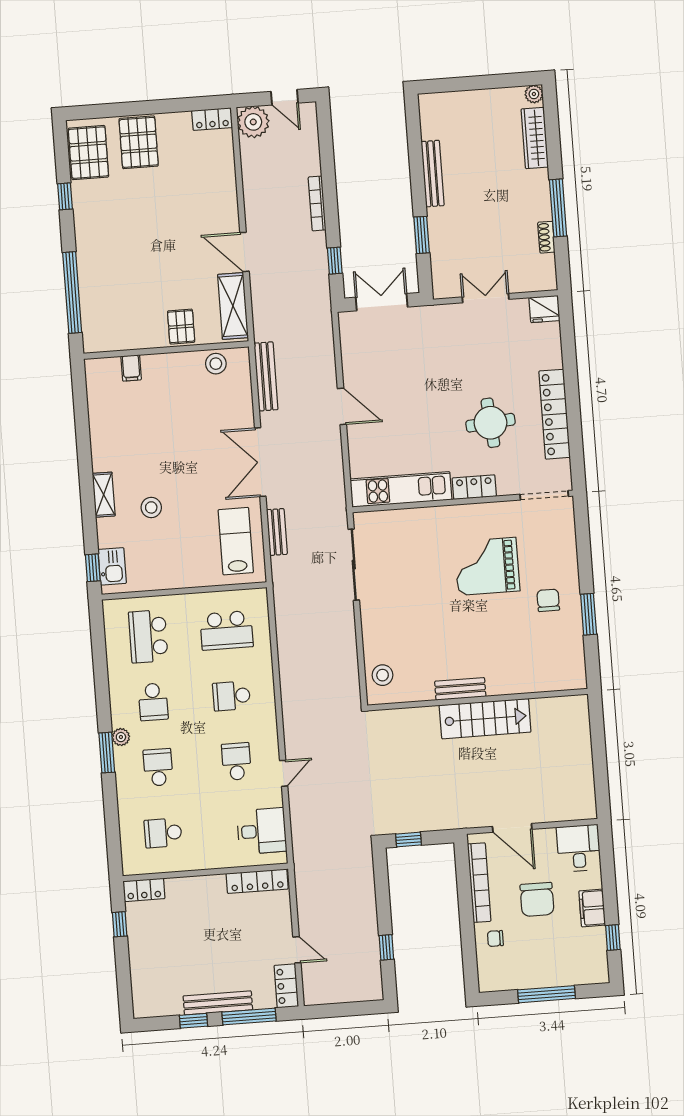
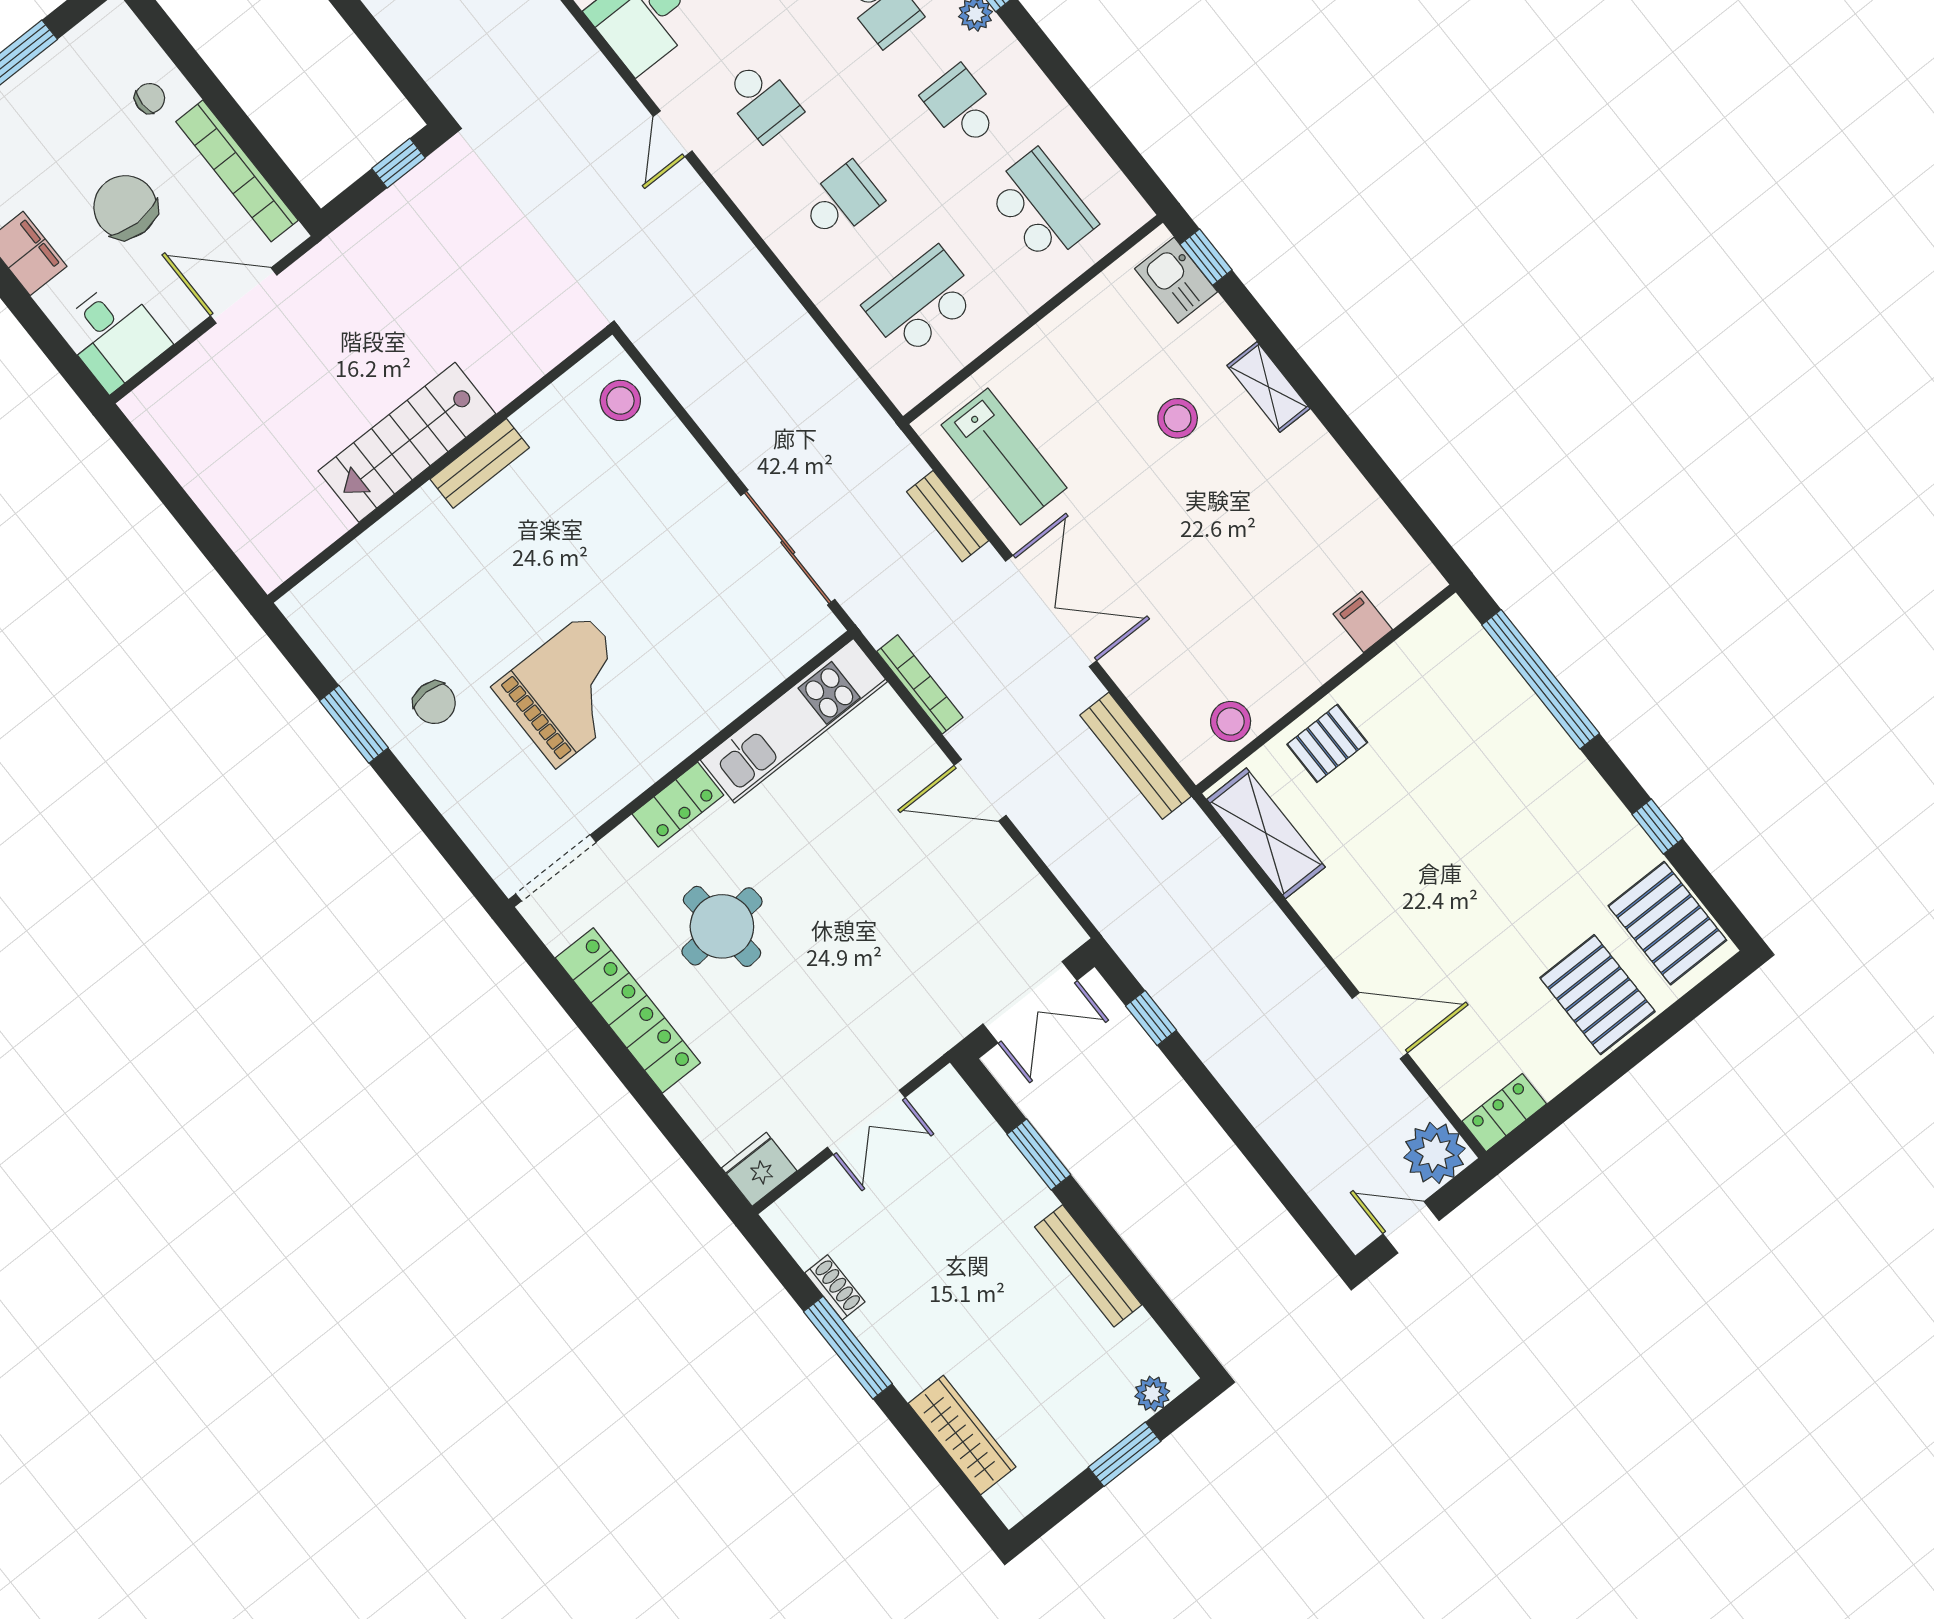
window: (471, 83) -> (1125, 1454), added
plant: (534, 94) -> (1152, 1394), moved
bookcase: (317, 203) -> (920, 684), moved
door: (244, 252) -> (1380, 1026), moved
pallet: (181, 327) -> (1327, 743), turned 90

